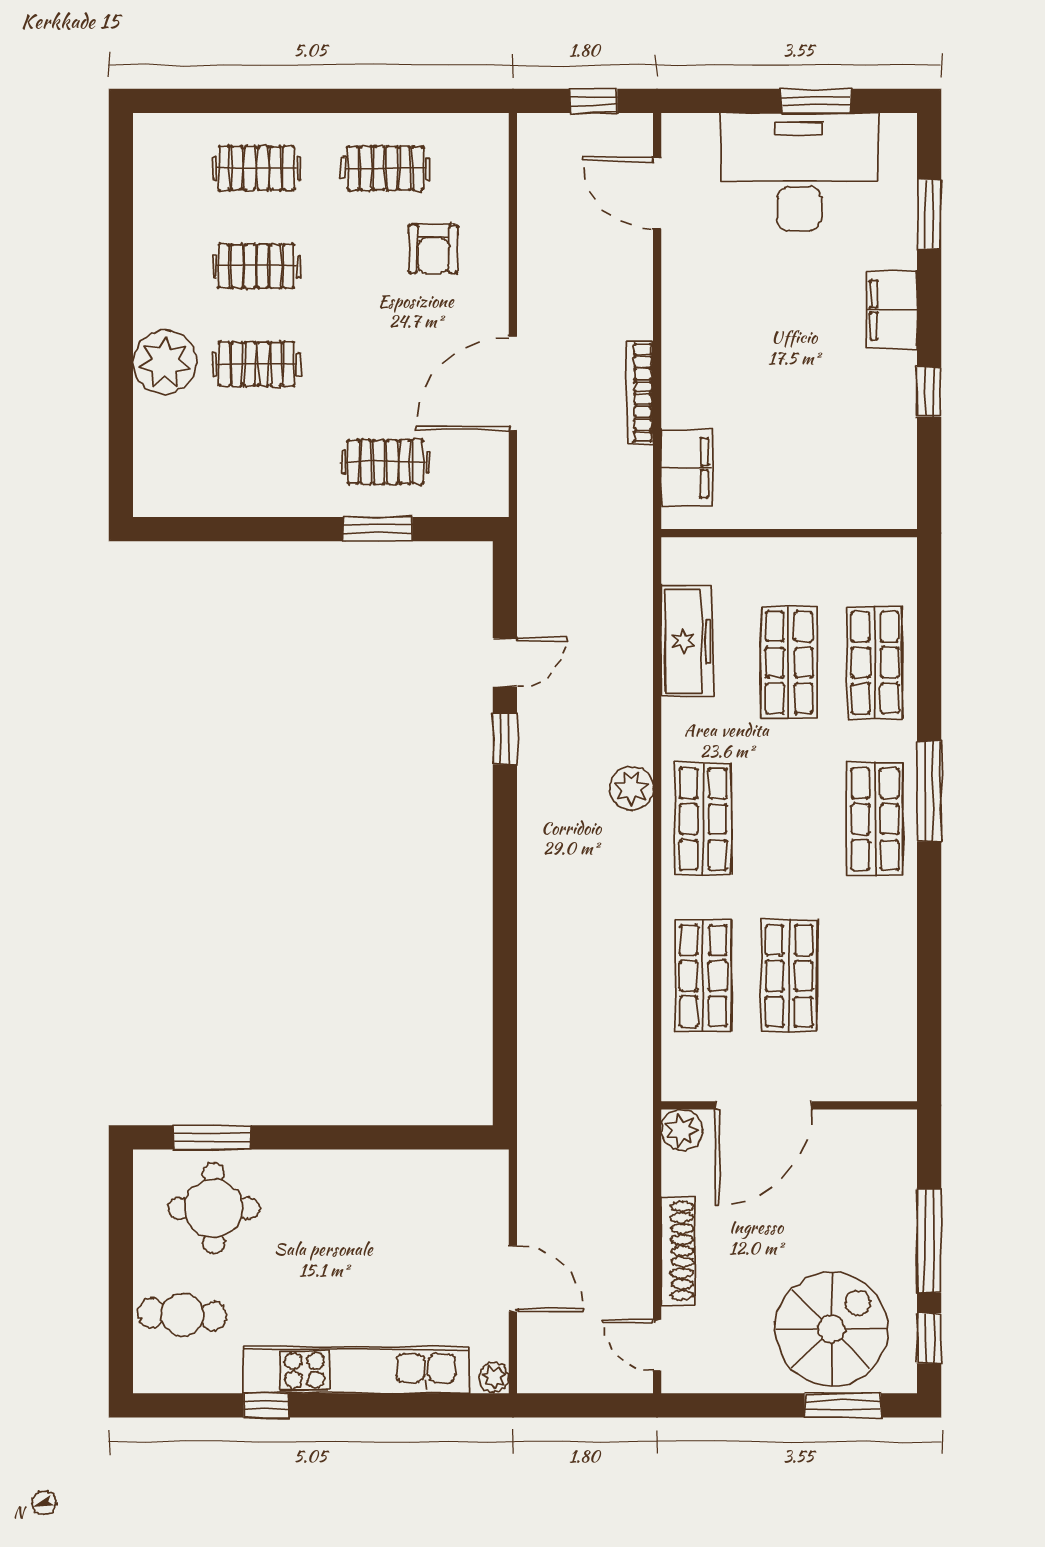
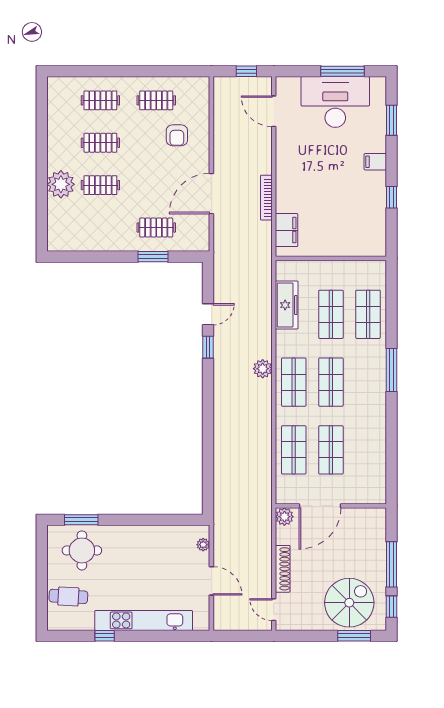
window: (816, 101) -> (342, 71), width x1.44
filing cabinet: (892, 310) -> (375, 162), width x0.50
shop shelf: (875, 819) -> (331, 382), moved
plant: (494, 1377) -> (203, 545), moved

